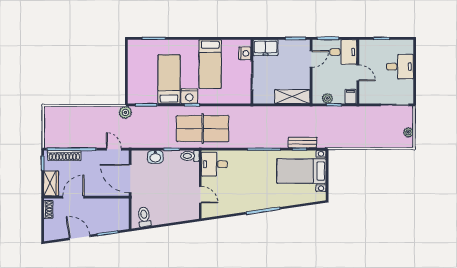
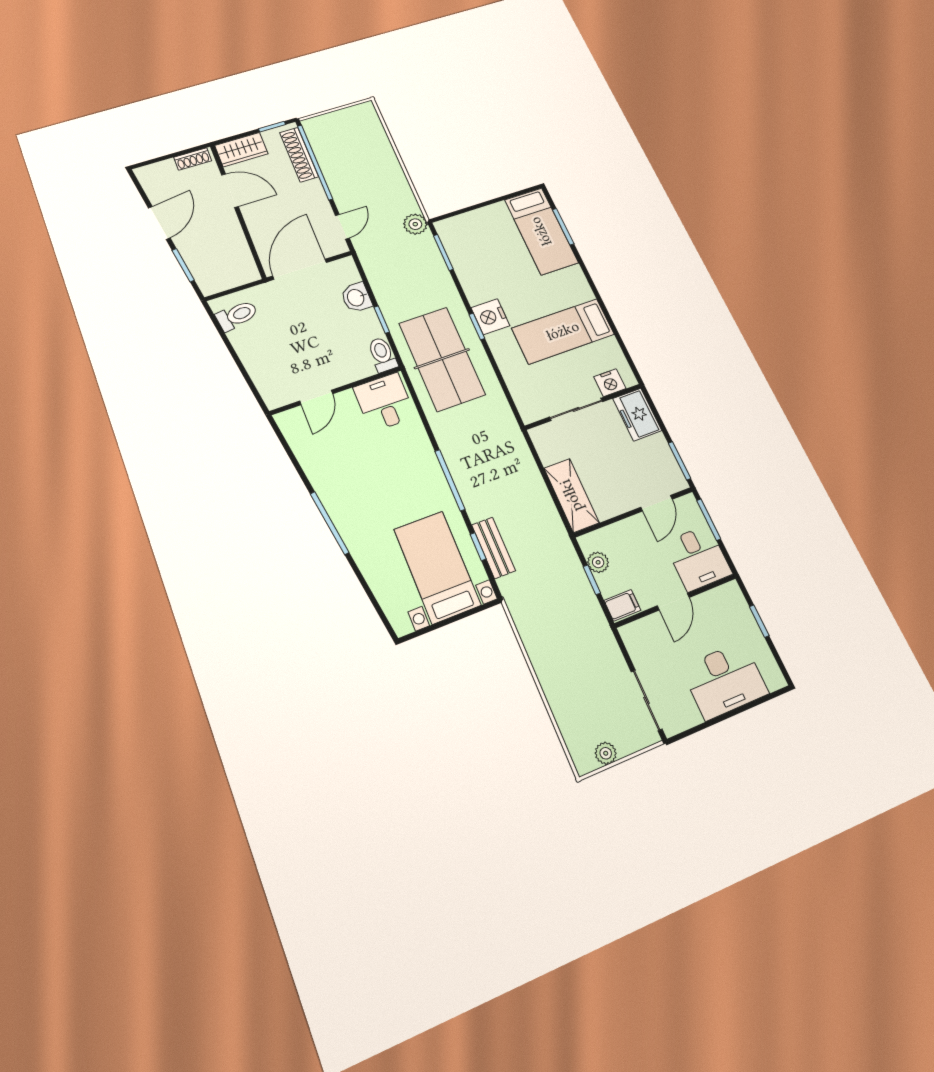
door: (311, 59) -> (657, 503), hinge flipped
desk: (400, 67) -> (725, 680), width x1.37
bed: (169, 79) -> (541, 231), moved, turned 90

